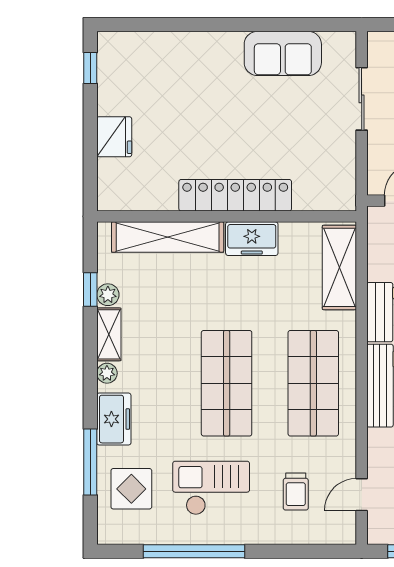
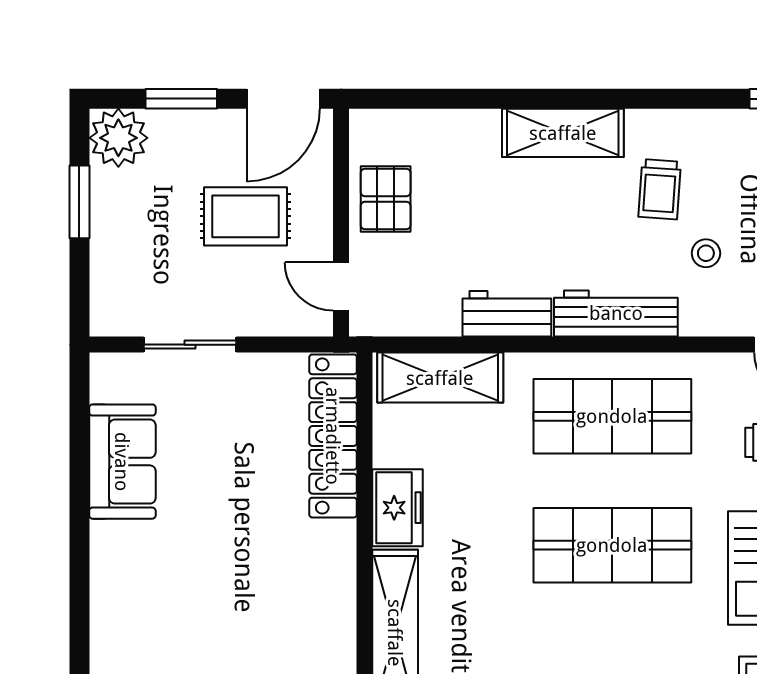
locker: (235, 195) -> (333, 436), moved

